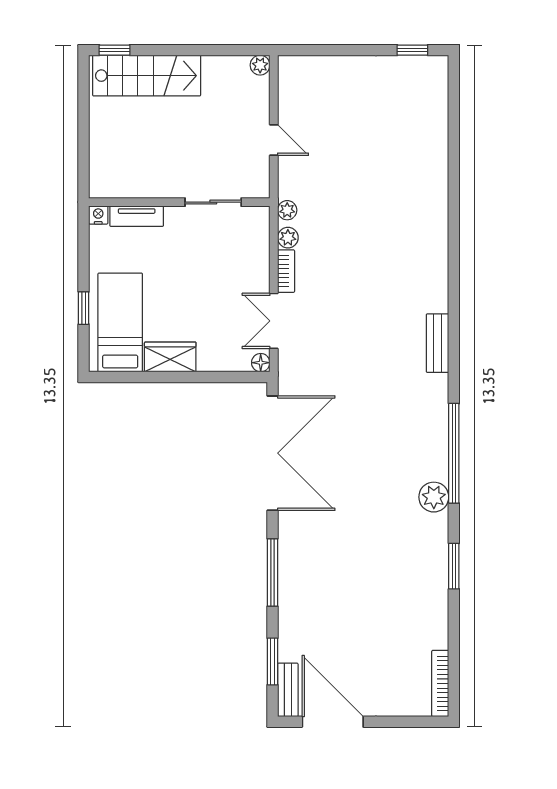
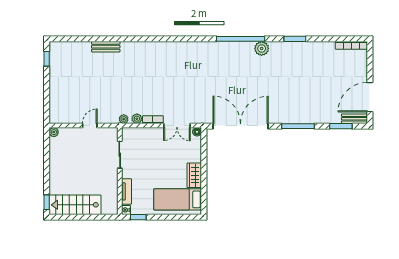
stairs: (147, 76) -> (75, 205), moved, turned -90
window: (84, 308) -> (138, 217), moved
bench: (438, 343) -> (106, 47), moved

